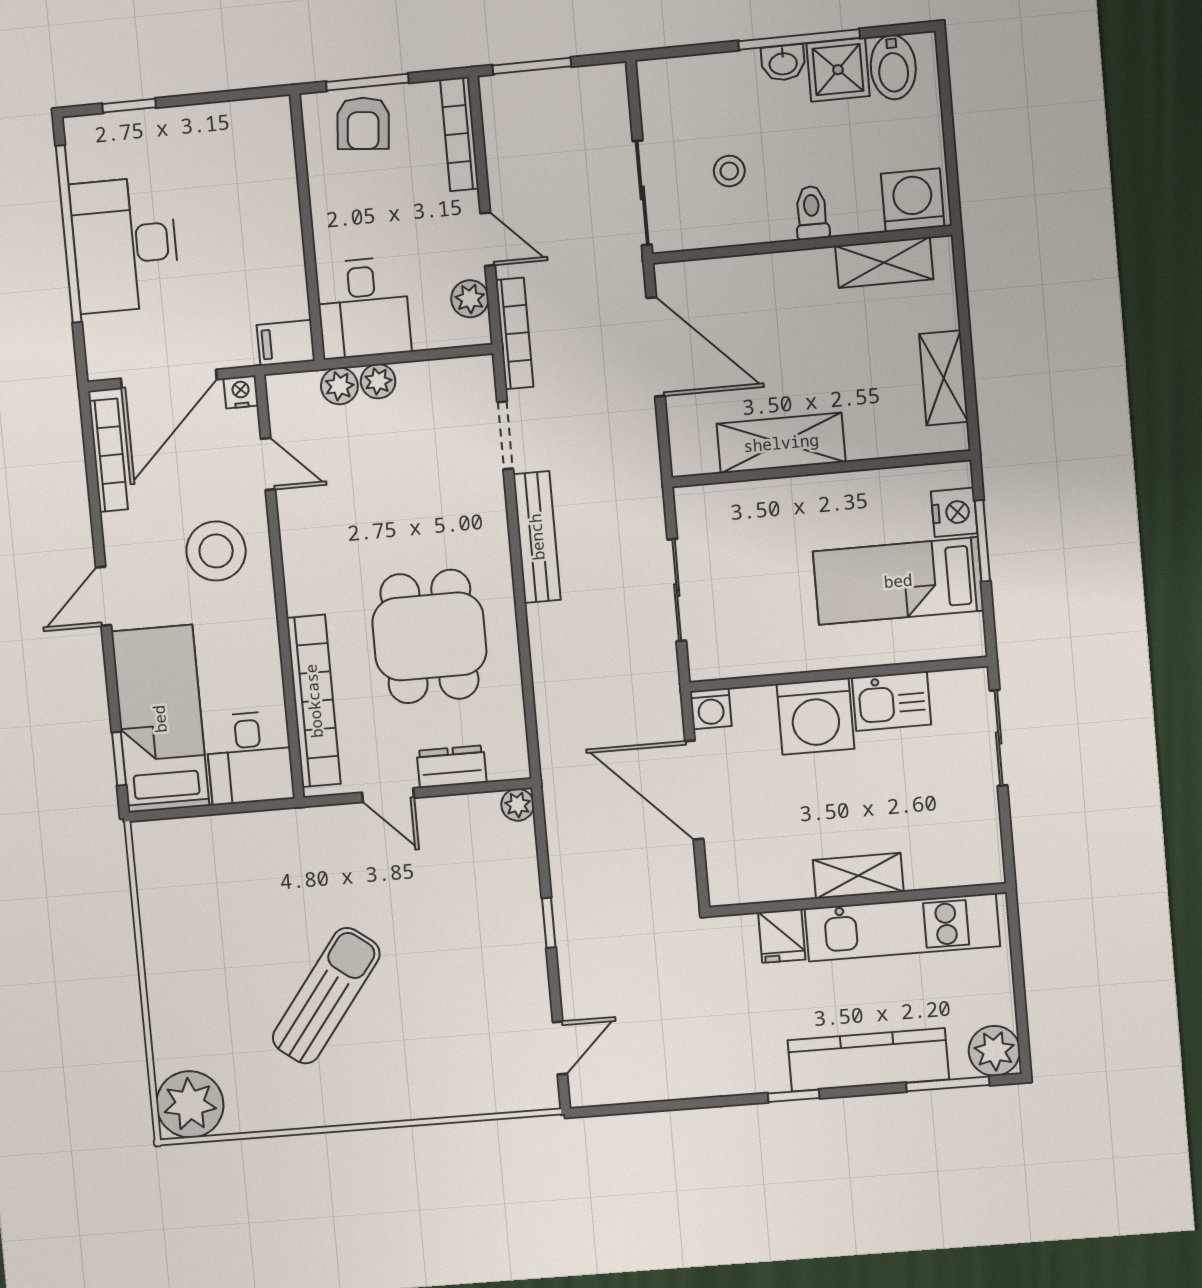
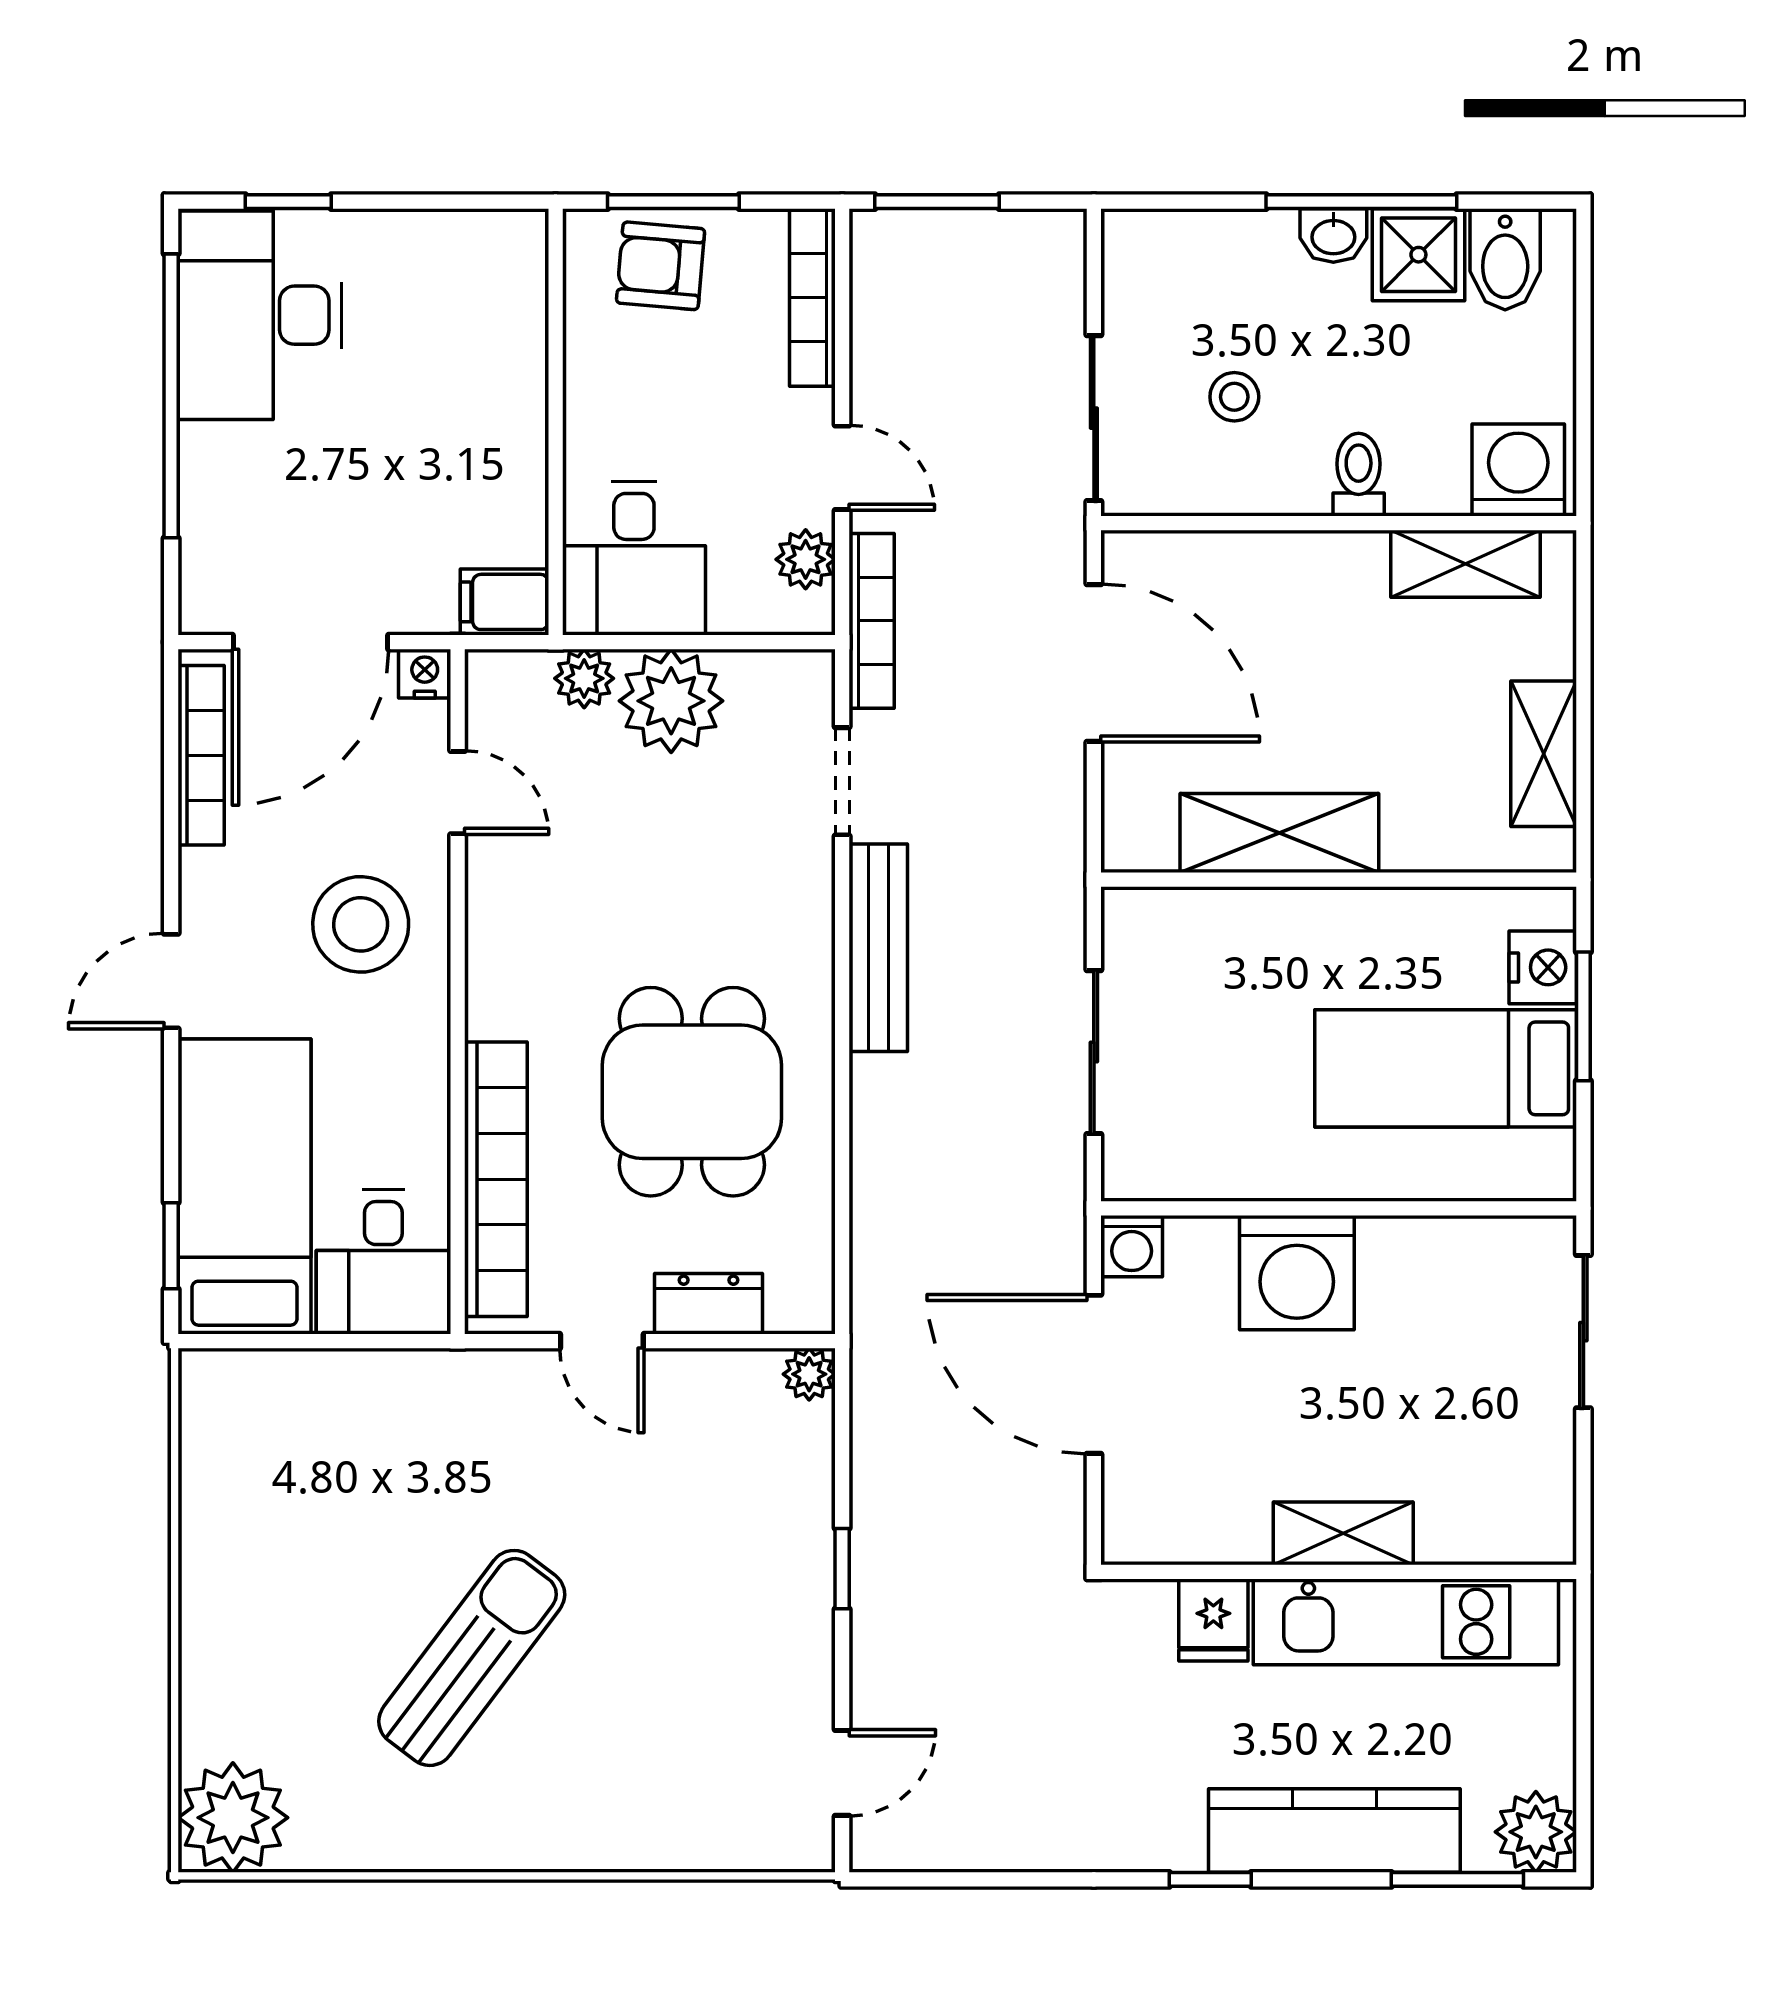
armchair: (363, 123) -> (661, 266), turned 90
desk: (125, 245) -> (260, 315), moved
plant: (378, 381) -> (671, 701), width x1.88, depth x1.88
kitchen sink: (891, 701) -> (1419, 1258), removed

